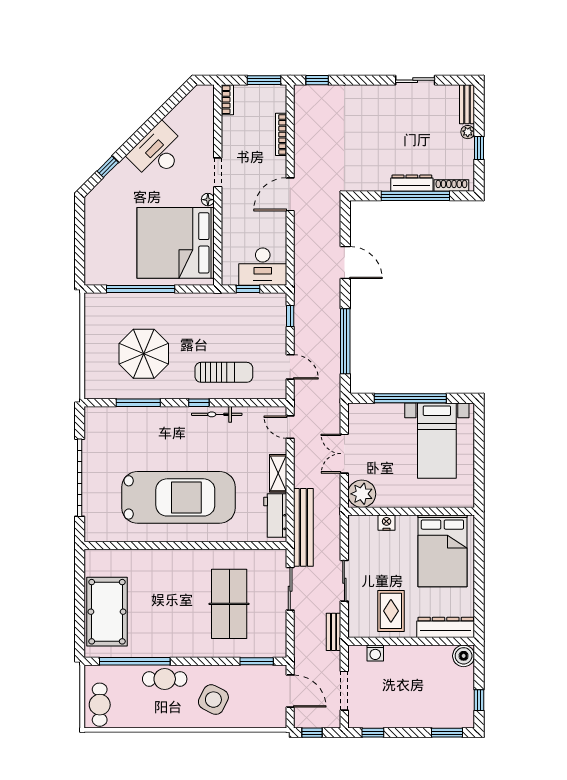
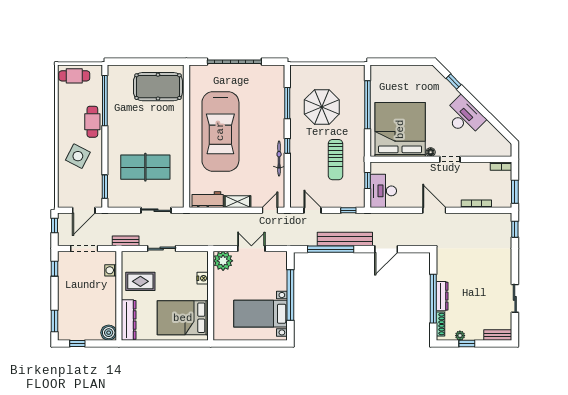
plant: (468, 132) -> (460, 336), moved
door: (290, 367) -> (312, 210), swing flipped
sun lounger: (224, 372) -> (336, 160), moved
bench: (303, 527) -> (345, 239), moved
pool table: (107, 612) -> (158, 87), moved

